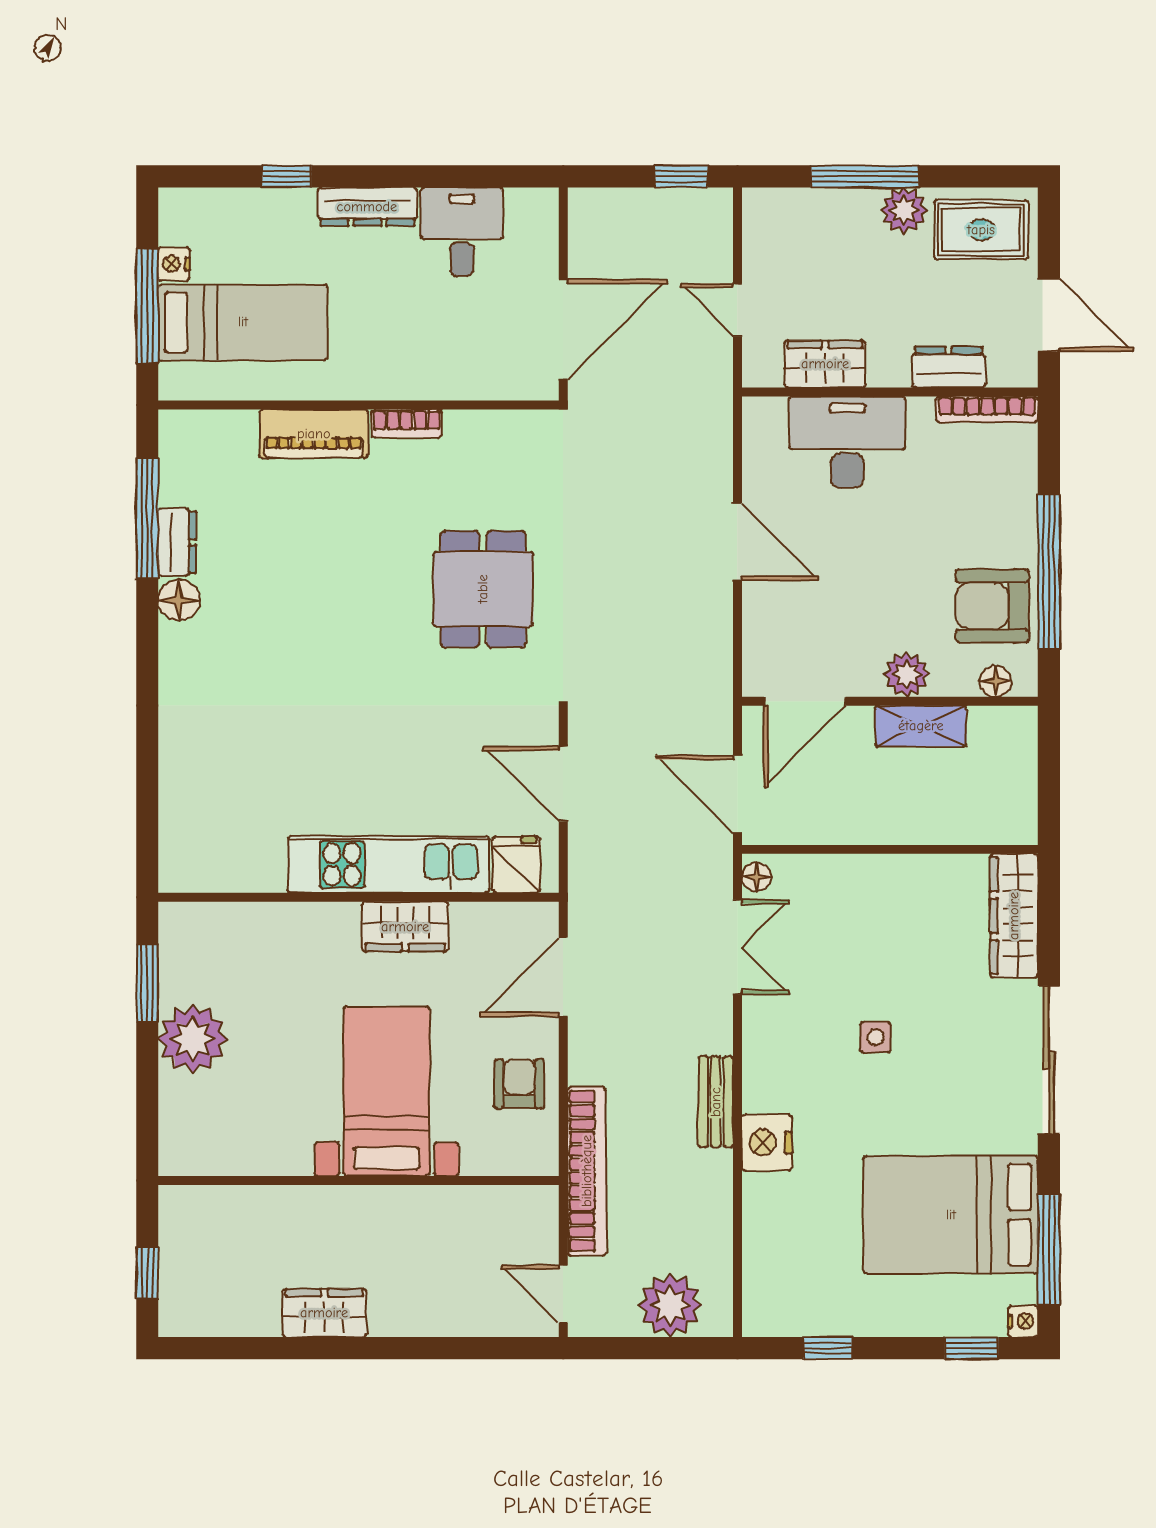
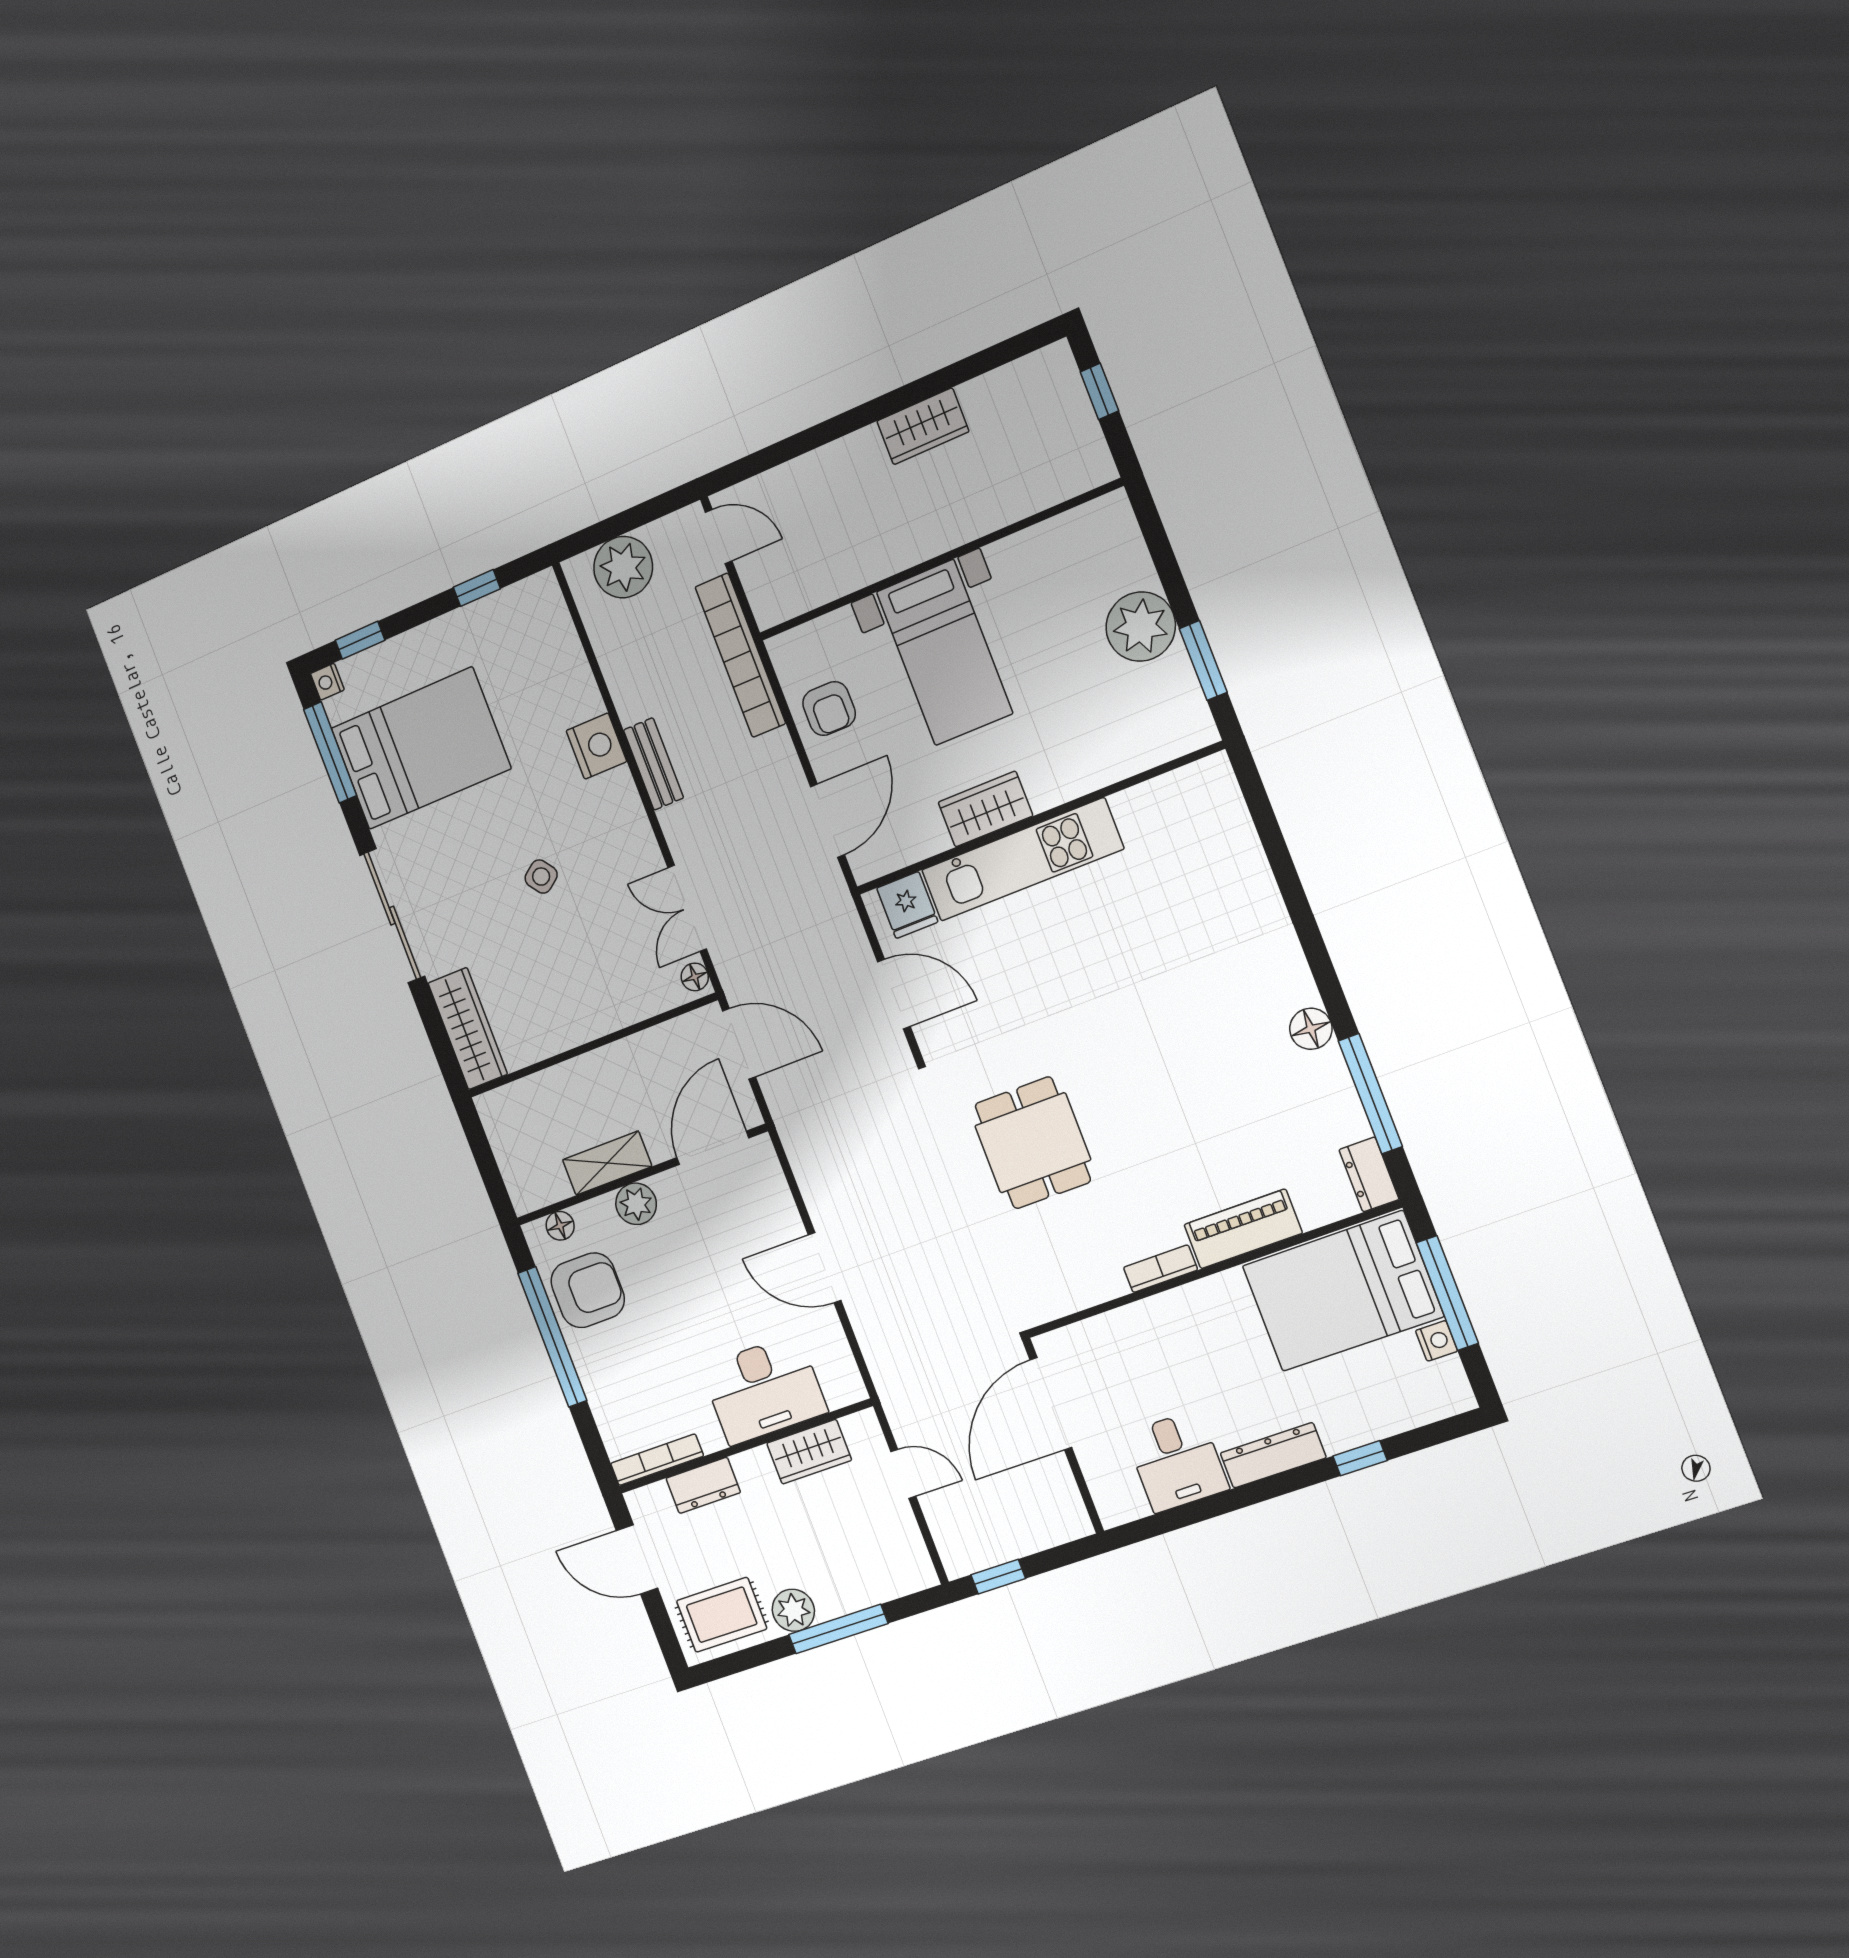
bed: (243, 322) -> (1343, 1291), width x1.50
dresser: (177, 542) -> (1369, 1174), moved
side table: (875, 1037) -> (541, 877), turned -37

